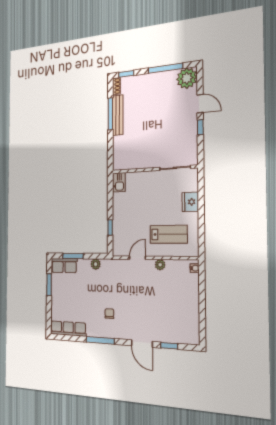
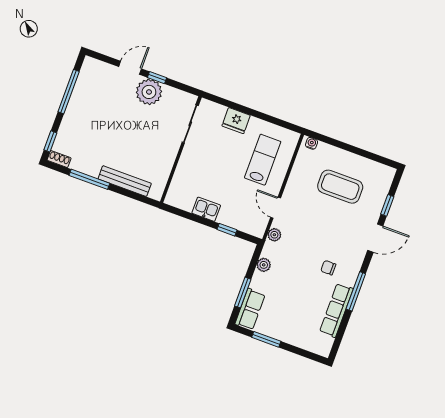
plant: (187, 78) -> (149, 92), moved
bench: (118, 115) -> (125, 181), moved
kitchen sink: (119, 182) -> (206, 209), moved
plant: (160, 265) -> (274, 235), moved
coffee table: (170, 303) -> (340, 187), added
row of seats: (68, 329) -> (336, 310), moved

